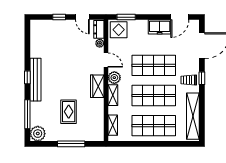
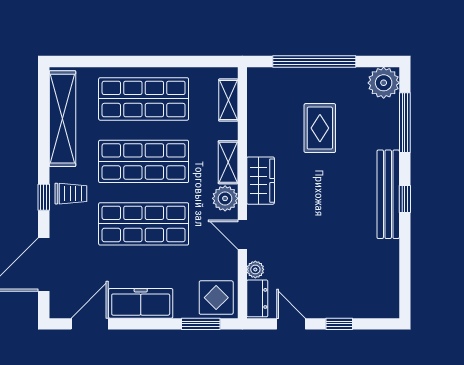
freezer: (160, 27) -> (141, 303), width x1.40
window: (71, 144) -> (314, 61), width x1.46

